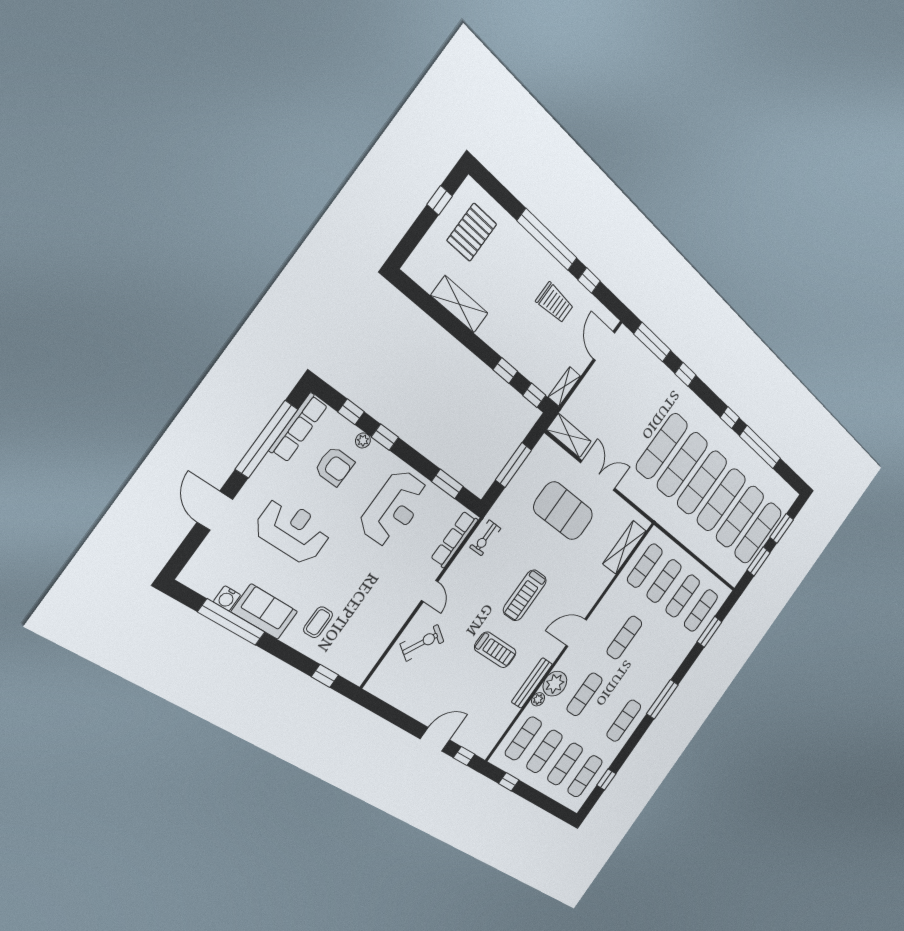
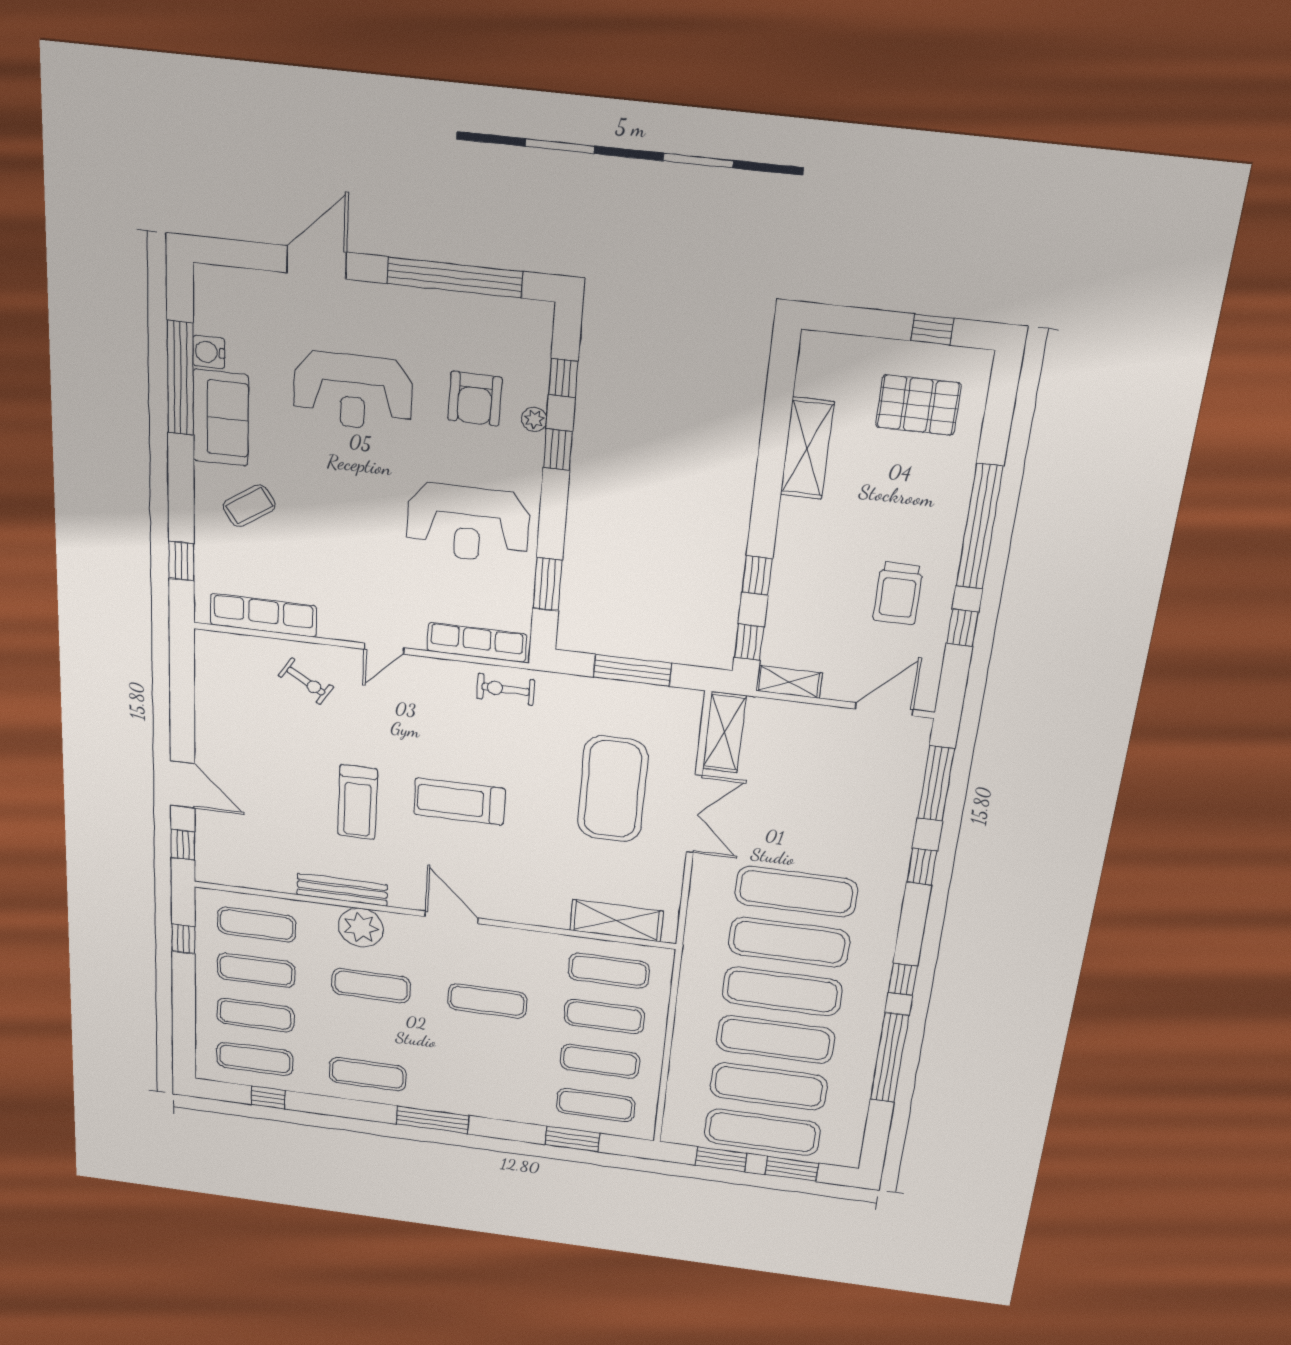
row of seats: (298, 428) -> (263, 615), moved, turned 180
reception desk: (293, 531) -> (353, 391), turned 90
coffee table: (318, 622) -> (249, 506), turned -34
exercise bike: (422, 643) -> (306, 681), width x0.73, depth x0.72
plant: (538, 699) -> (324, 914), removed

